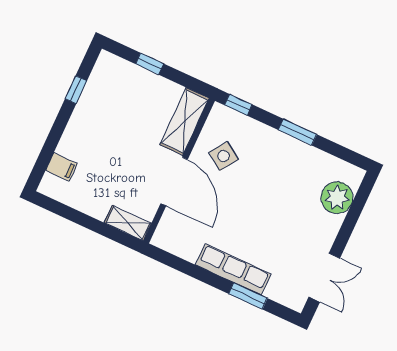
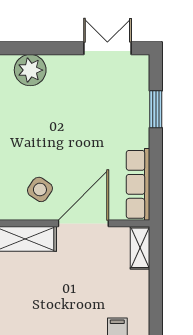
row of seats: (233, 270) -> (138, 184), moved

